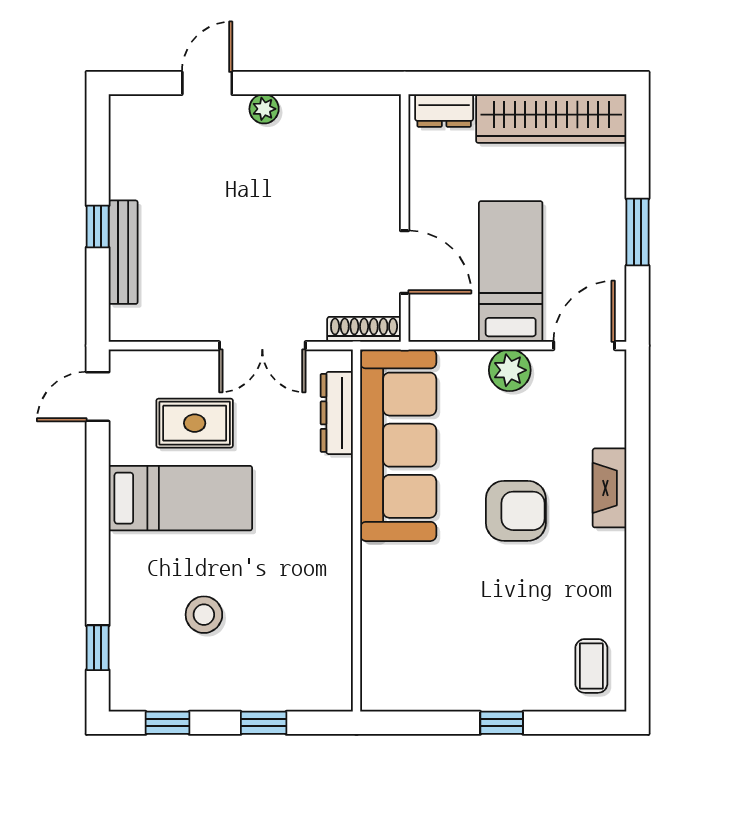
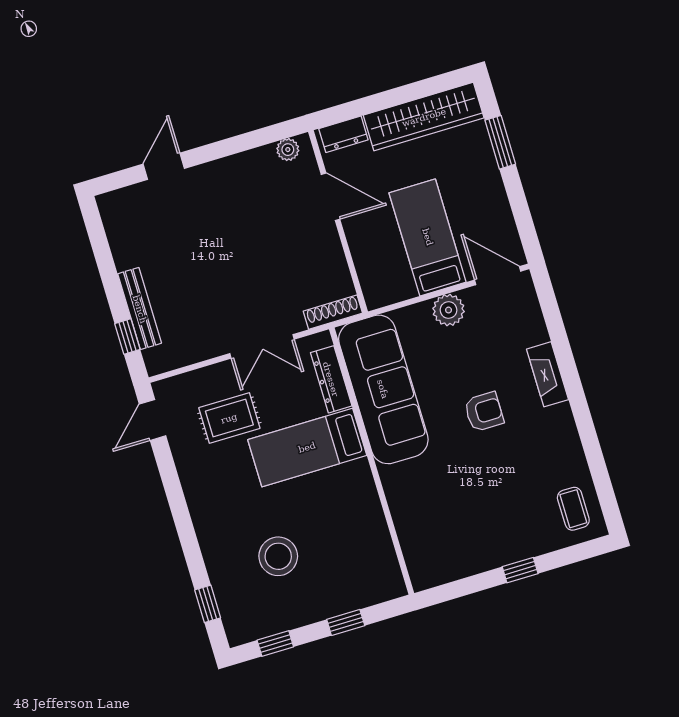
plant: (264, 109) -> (288, 150), moved
window: (98, 226) -> (127, 336), moved
window: (638, 232) -> (500, 142), moved
door: (405, 262) -> (331, 197), moved
door: (584, 346) -> (498, 276), hinge flipped
bed: (180, 498) -> (307, 447), moved, turned 180
armchair: (516, 511) -> (484, 412), width x0.72, depth x0.72
stool: (204, 615) -> (278, 556), width x1.38, depth x1.38

